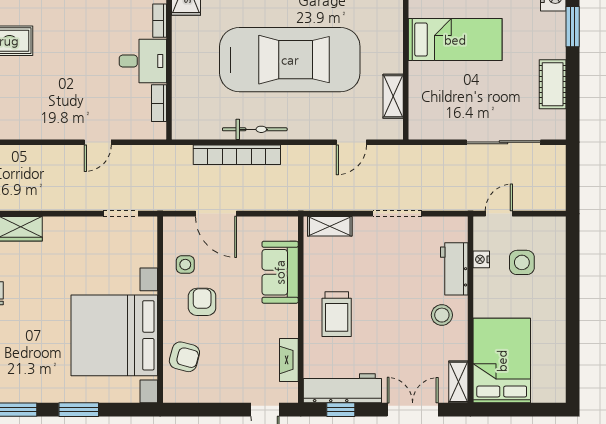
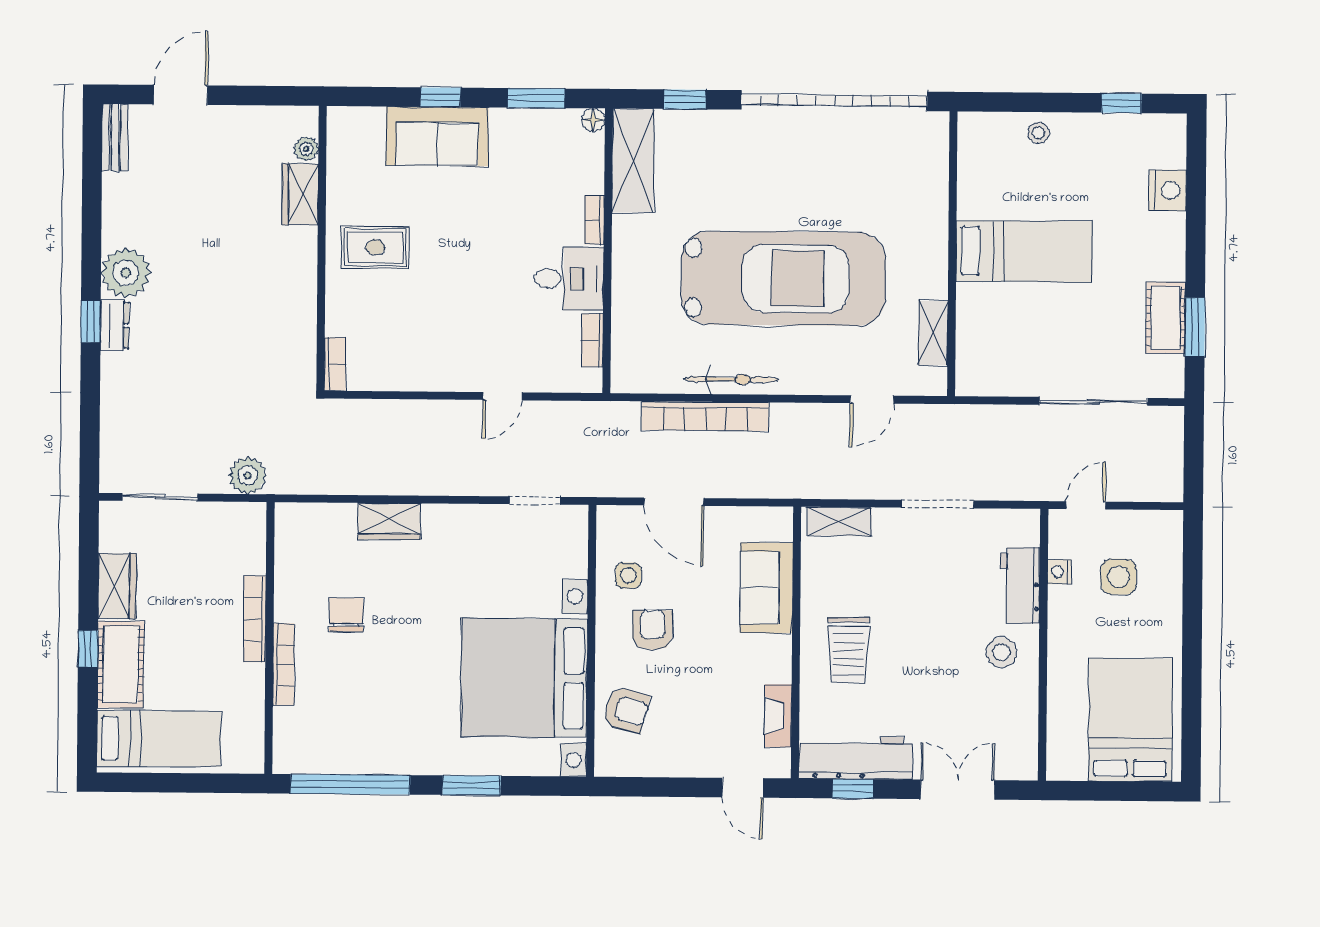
window: (573, 27) -> (1195, 327), moved
bed: (502, 361) -> (1130, 720), moved
shelving: (458, 382) -> (1024, 750), removed

